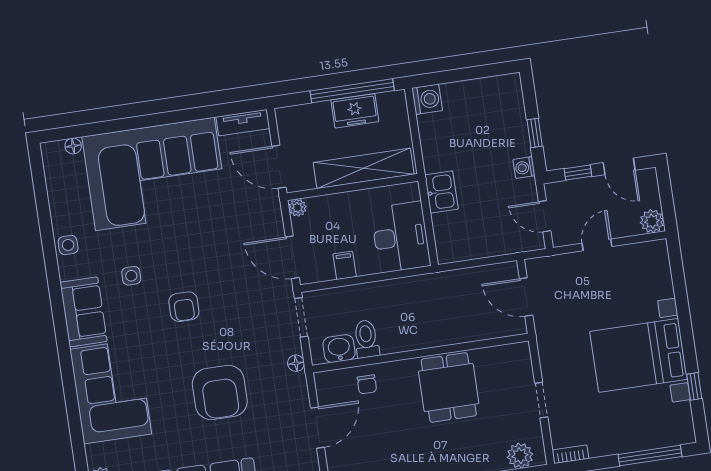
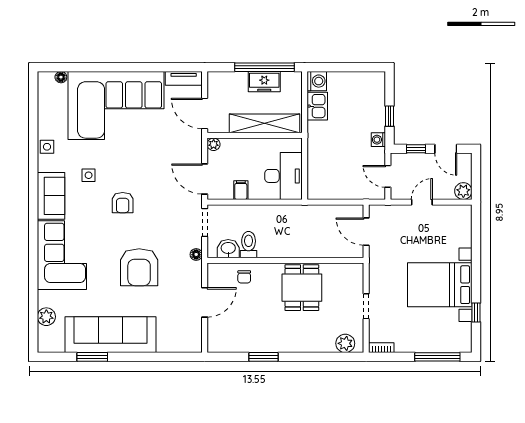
kitchen sink: (441, 192) -> (317, 106), moved

